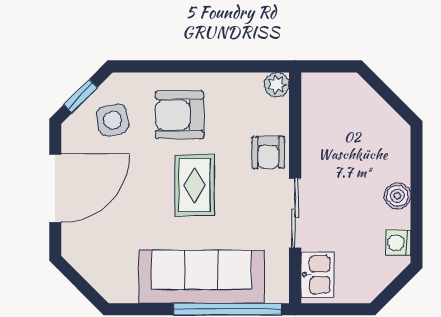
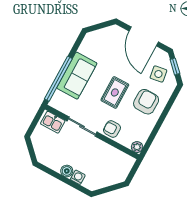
rug: (194, 185) -> (115, 92), turned 90
washing machine: (398, 243) -> (78, 177), moved
sofa: (202, 277) -> (77, 76), width x0.73

